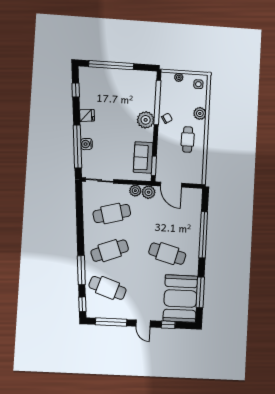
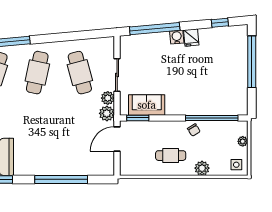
plant: (146, 120) -> (190, 105), removed
water cooler: (86, 144) -> (177, 37), moved
sliding door: (100, 180) -> (117, 75), moved
cafe table: (110, 251) -> (37, 73), turned 33
cafe table: (167, 254) -> (37, 139), removed

